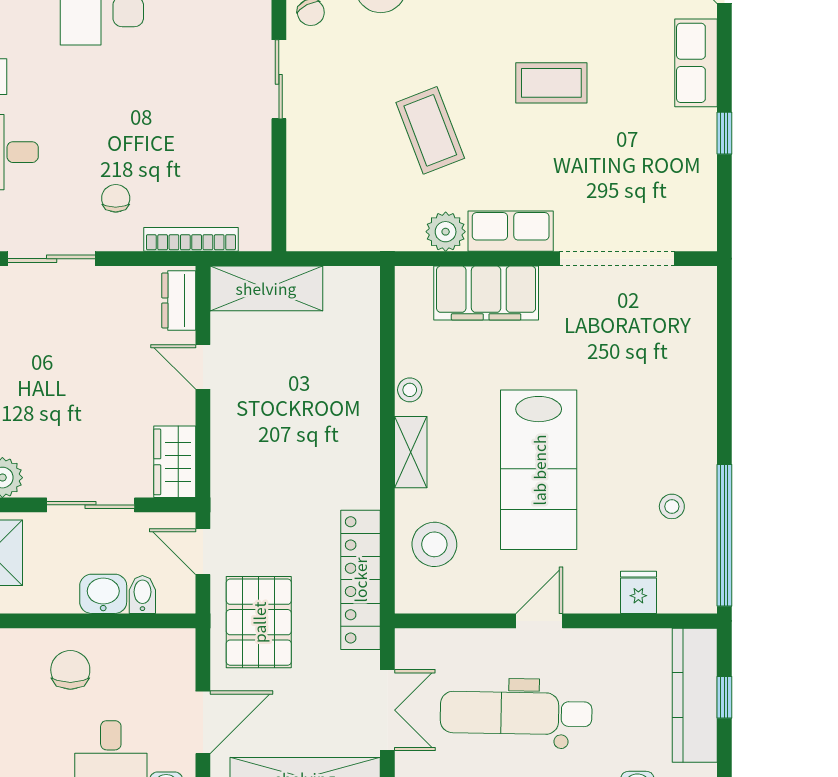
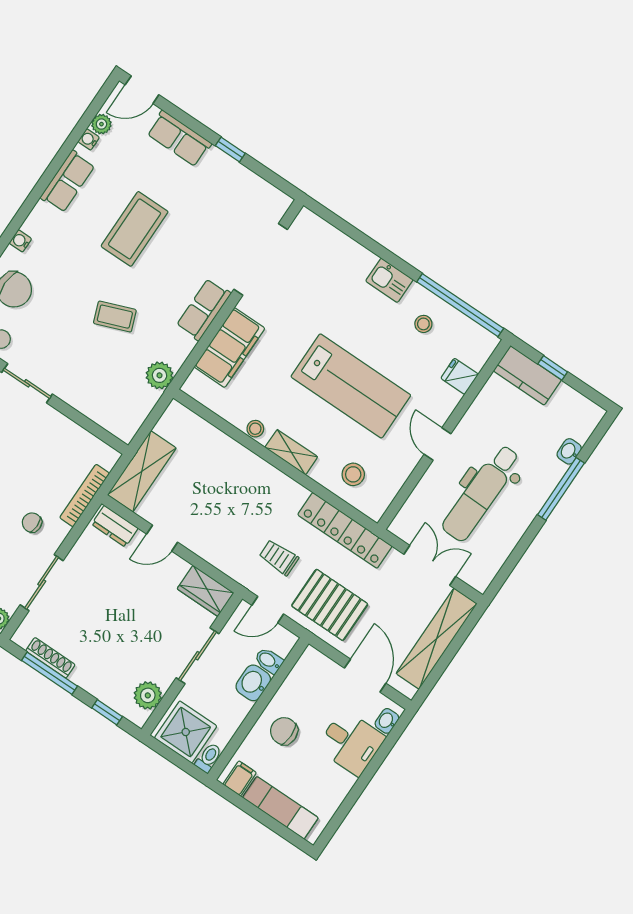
coffee table: (551, 83) -> (135, 229), width x1.36, depth x1.32
coffee table: (430, 130) -> (115, 317), width x0.73, depth x0.77
plant: (446, 232) -> (159, 375), moved
kitchen sink: (697, 430) -> (389, 280), added
trolley: (274, 523) -> (279, 557), added
stool: (434, 544) -> (353, 474), width x0.73, depth x0.73
kitchen counter: (695, 695) -> (527, 375), width x0.67

